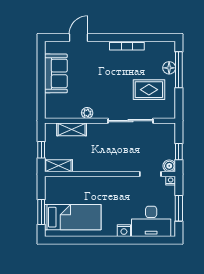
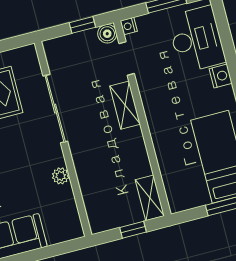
shelving: (72, 129) -> (125, 105), moved

